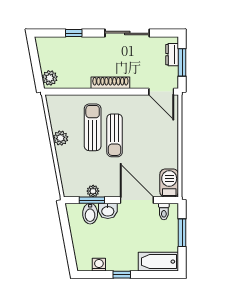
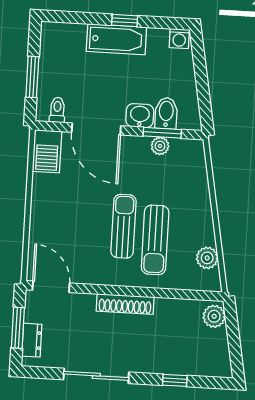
plant: (60, 138) -> (207, 258), moved
bathtub: (158, 262) -> (116, 39), moved
washing machine: (99, 265) -> (179, 39), moved

